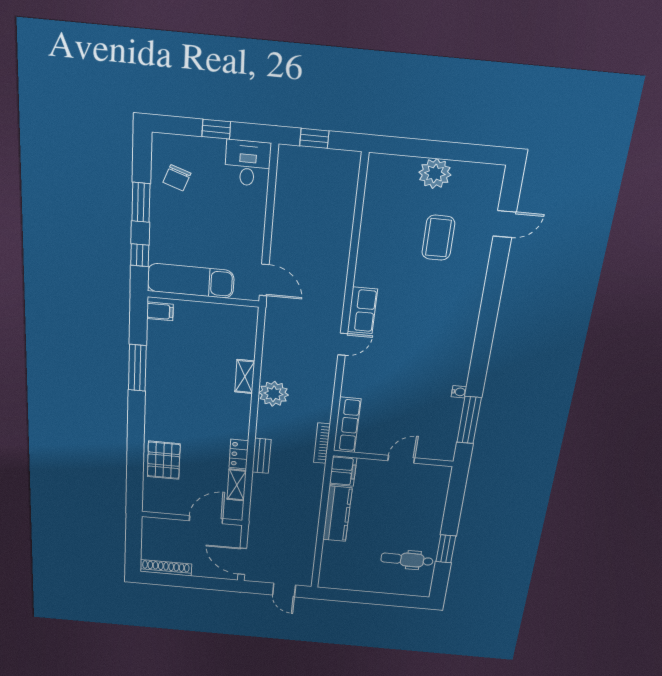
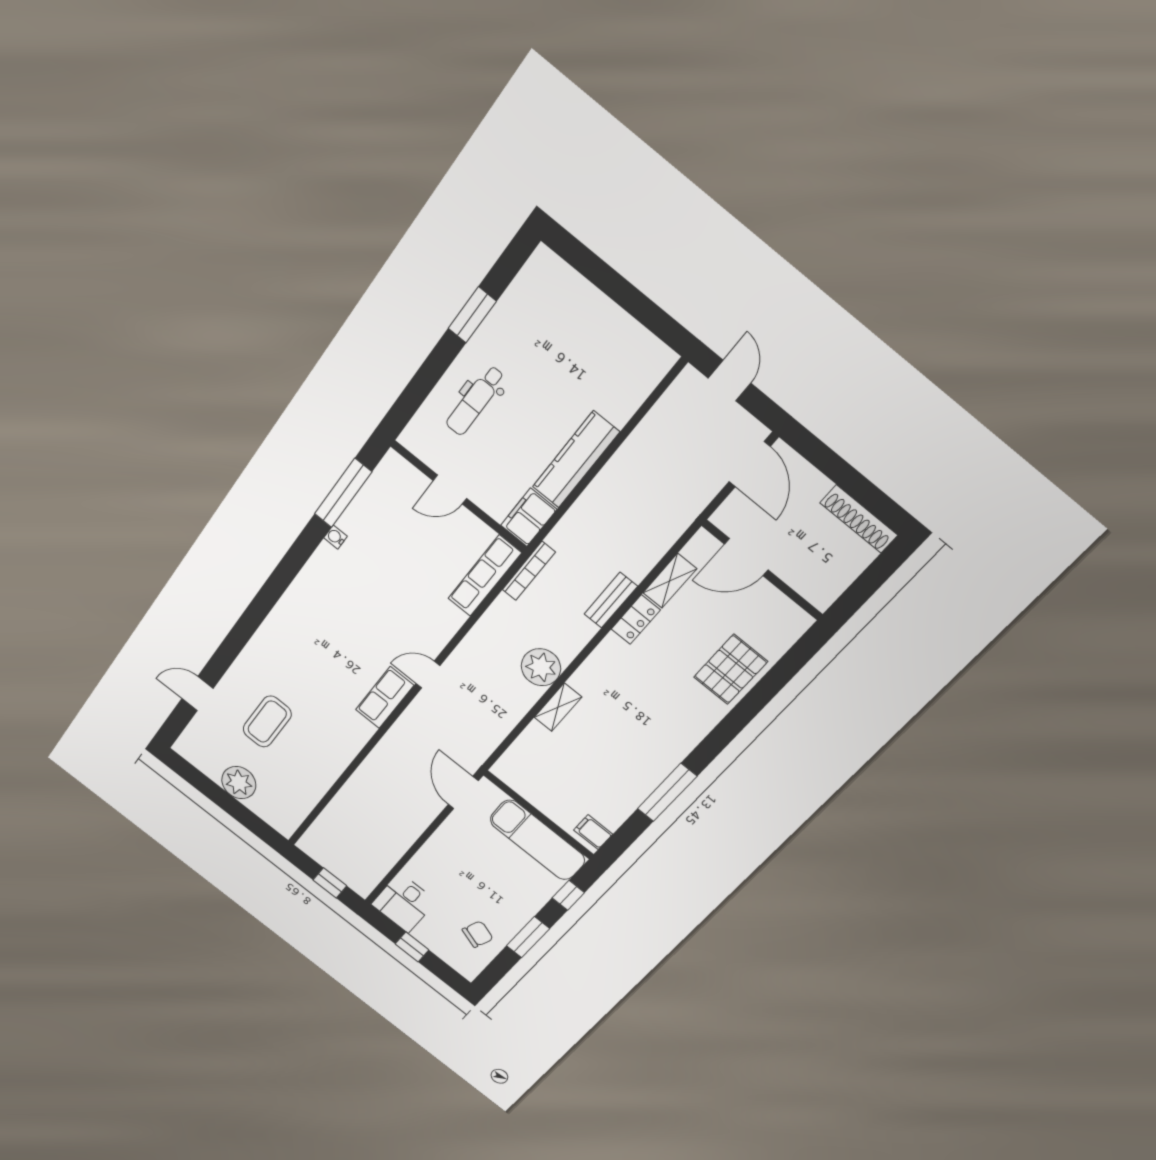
dental chair: (407, 560) -> (475, 401), moved, turned 90

